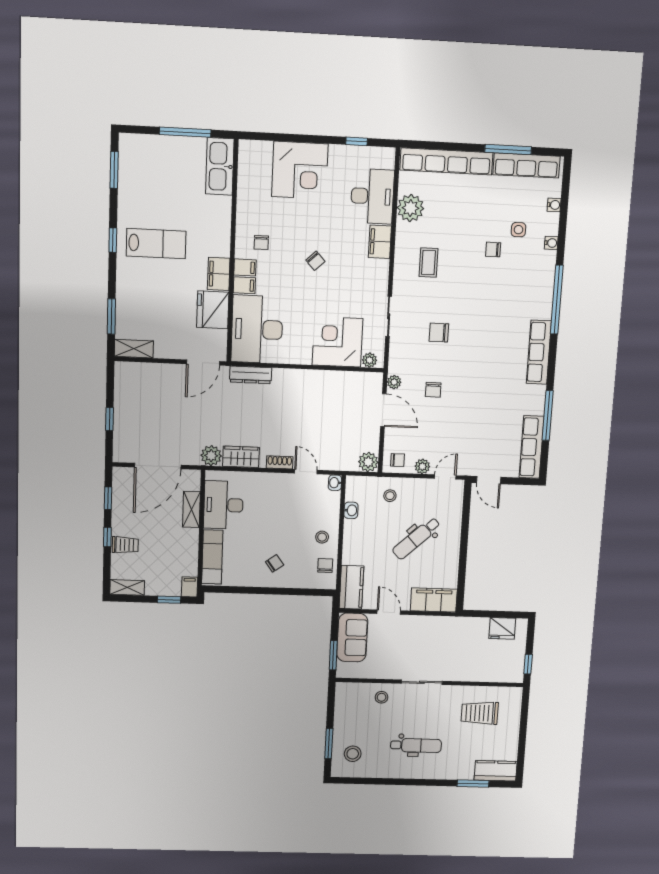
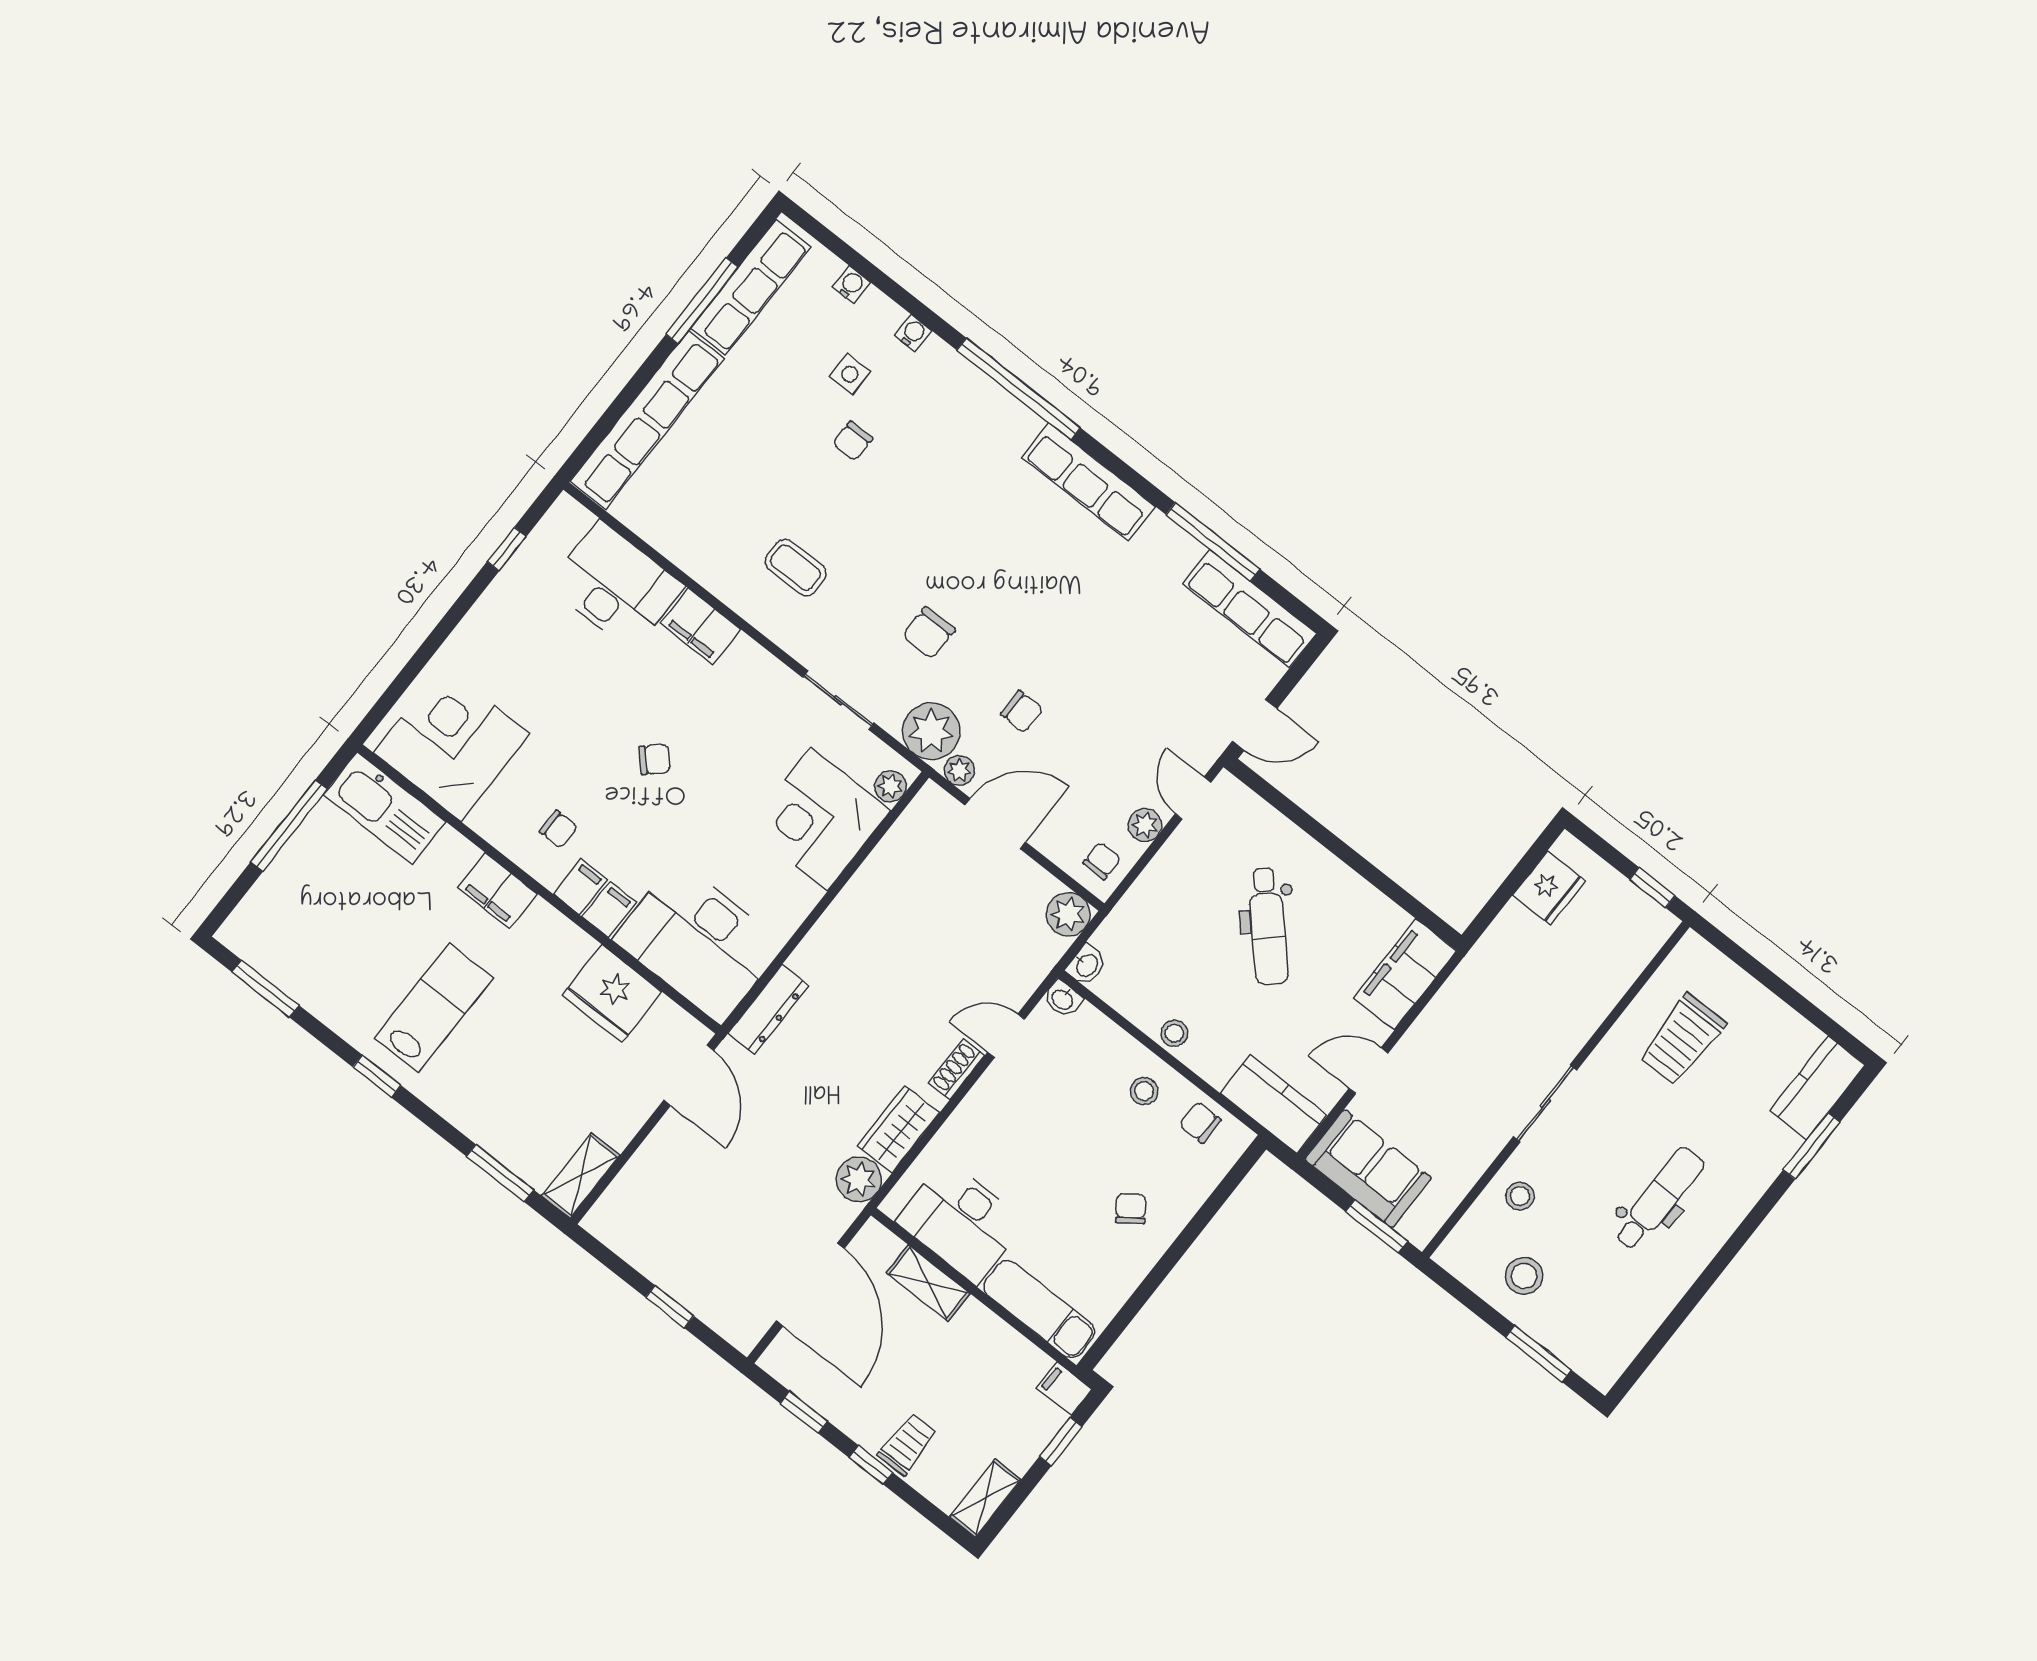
corner desk: (300, 170) -> (452, 743), moved, turned -90
plant: (410, 208) -> (931, 731), moved
filing cabinet: (219, 274) -> (497, 891), moved
stool: (390, 496) -> (1174, 1033), moved
washbasin: (351, 510) -> (1086, 965), moved, turned 90
stool: (353, 754) -> (1524, 1276), moved

